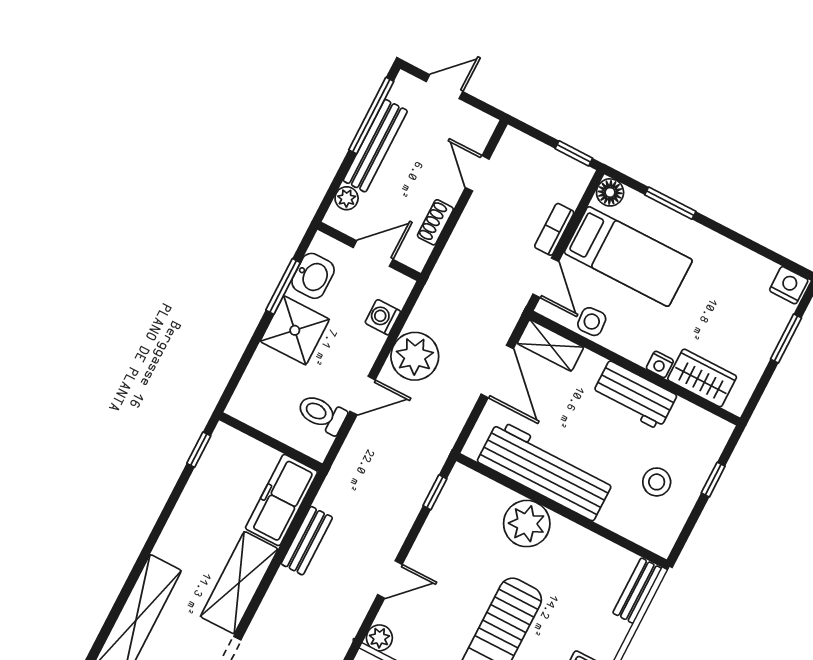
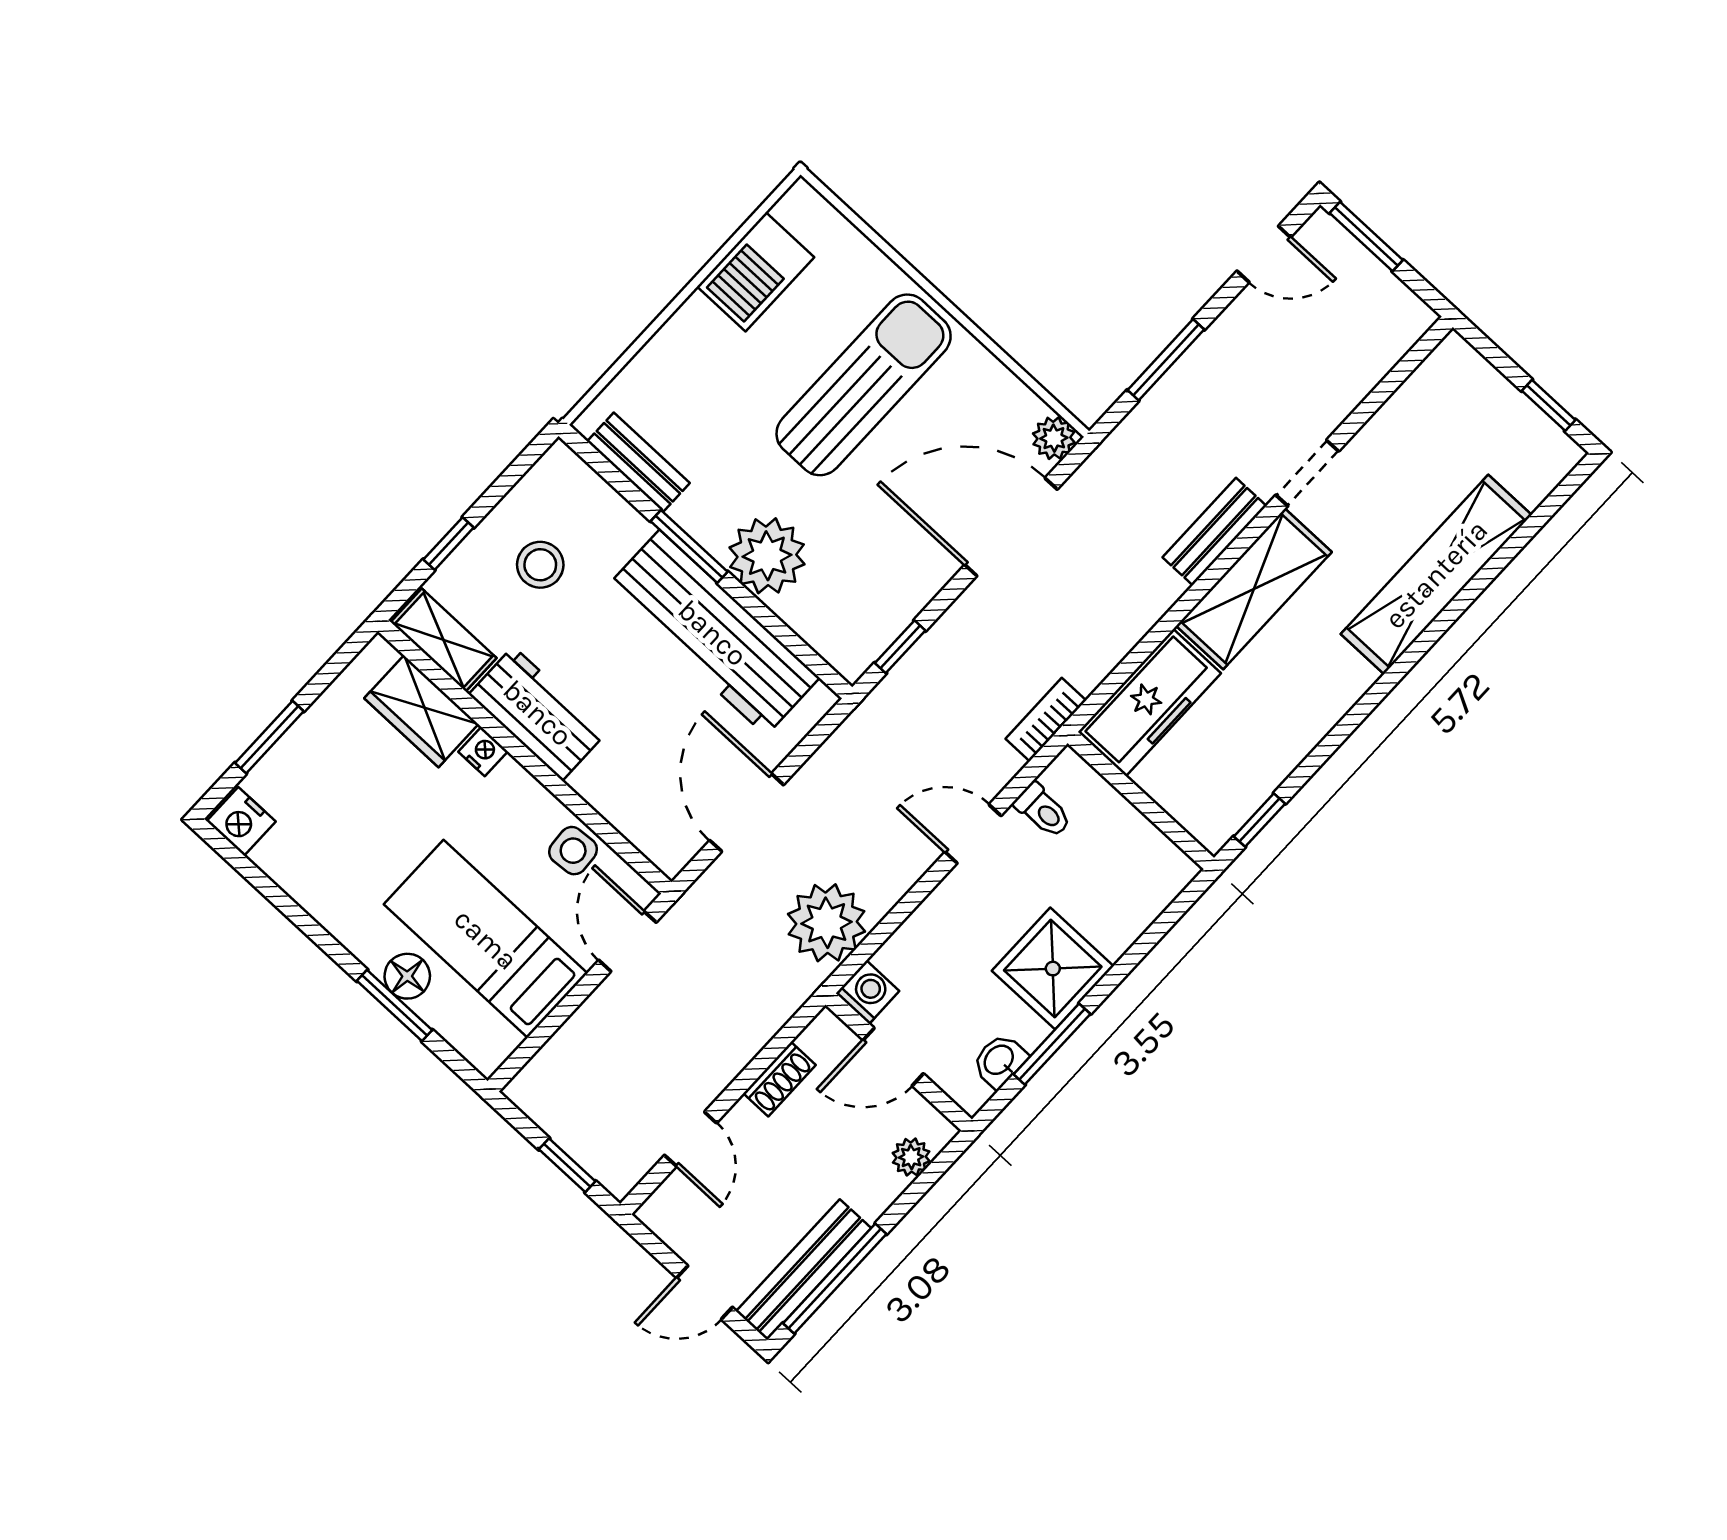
bench: (375, 146) -> (804, 1270), moved
window: (574, 153) -> (567, 1165), moved
floor lamp: (610, 192) -> (407, 976), moved
bookcase: (554, 229) -> (1046, 720), moved, turned 180
washbasin: (313, 276) -> (1000, 1061), width x0.72, depth x0.69
washing machine: (383, 317) -> (868, 992), moved, turned -90
shelving: (550, 345) -> (444, 640), moved
plant: (415, 356) -> (827, 923), moved
toilet: (322, 414) -> (1043, 811), width x0.73, depth x0.72
window: (573, 517) -> (689, 546), added
bench: (307, 541) -> (1214, 532), moved
door: (390, 579) -> (1011, 527), width x1.88
bench: (637, 591) -> (638, 462), moved, turned 90

